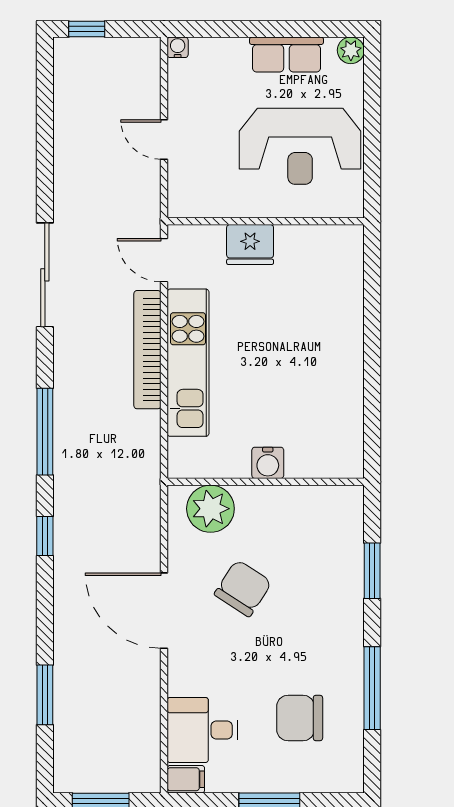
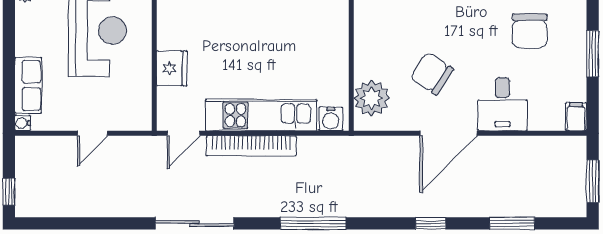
row of seats: (286, 55) -> (28, 85), moved
water cooler: (268, 463) -> (331, 119), moved, turned 90
window: (45, 536) -> (431, 223), moved
desk: (203, 730) -> (503, 104), moved

